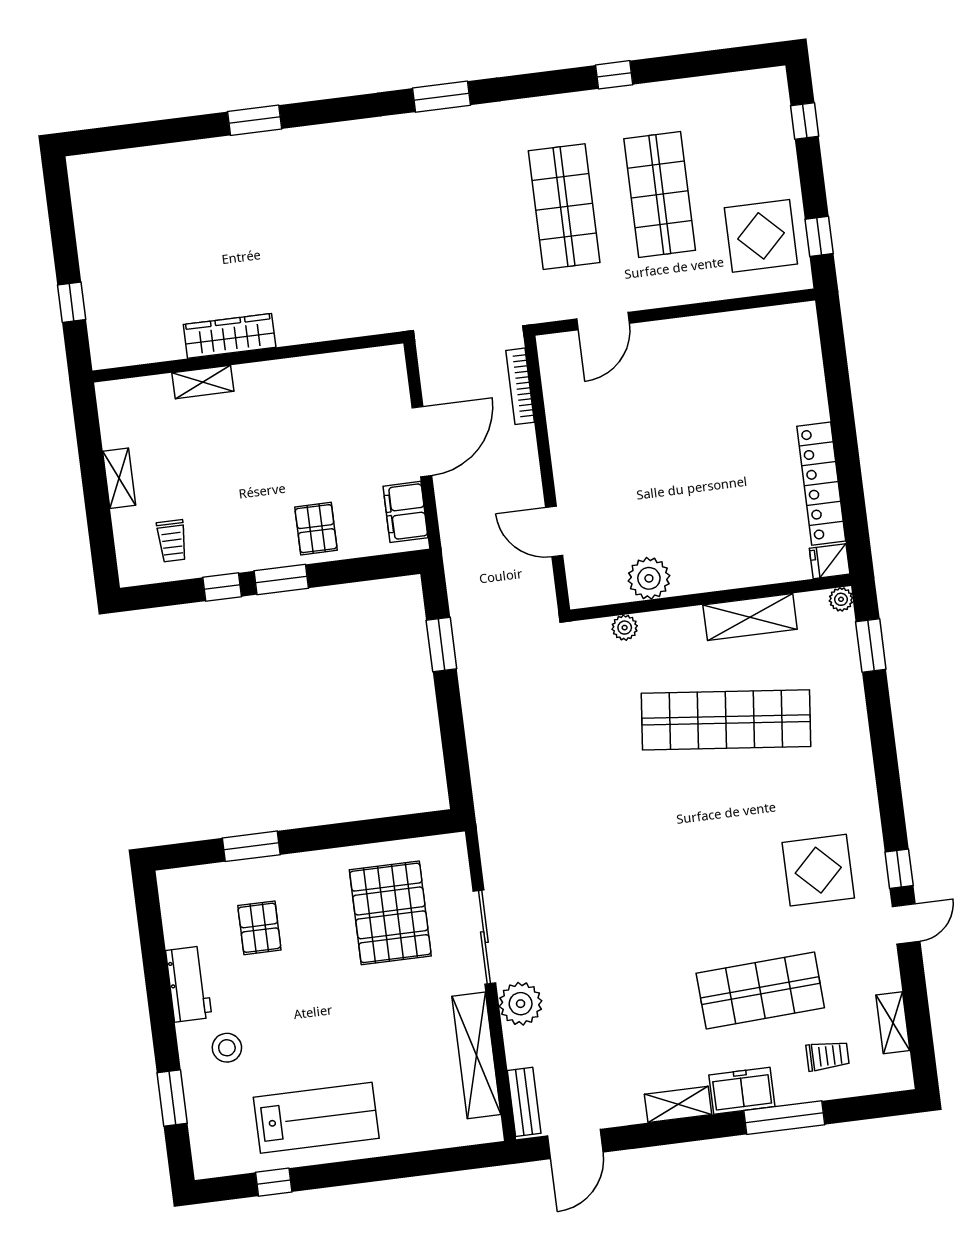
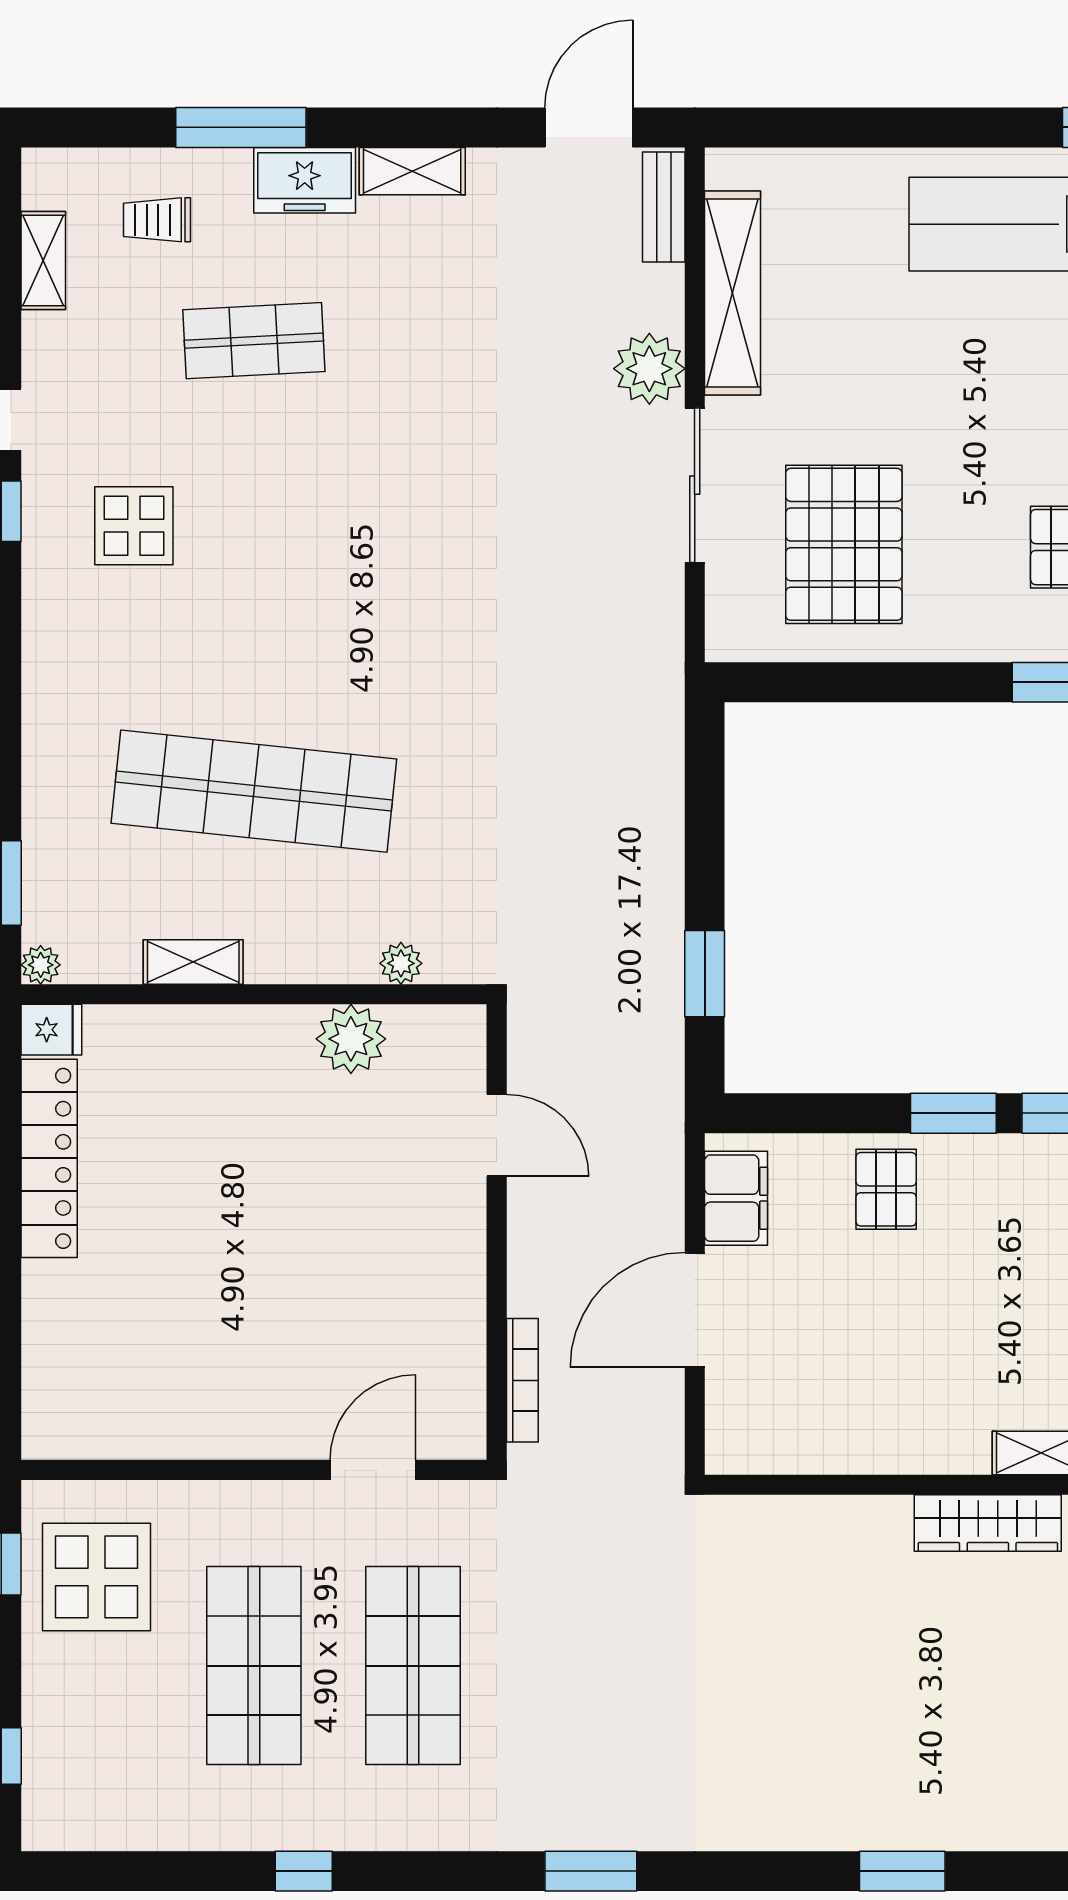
shelving: (750, 617) -> (193, 962), width x0.67, depth x0.75
display table: (818, 870) -> (134, 526), width x0.73, depth x0.73
shop shelf: (760, 991) -> (254, 341), width x0.70, depth x0.74

